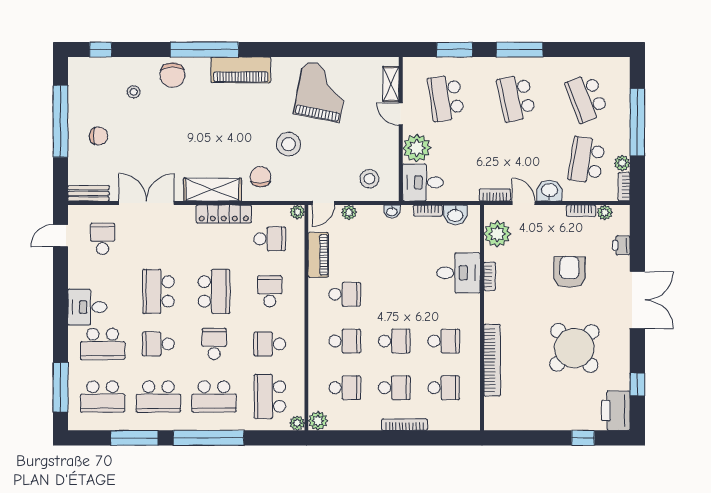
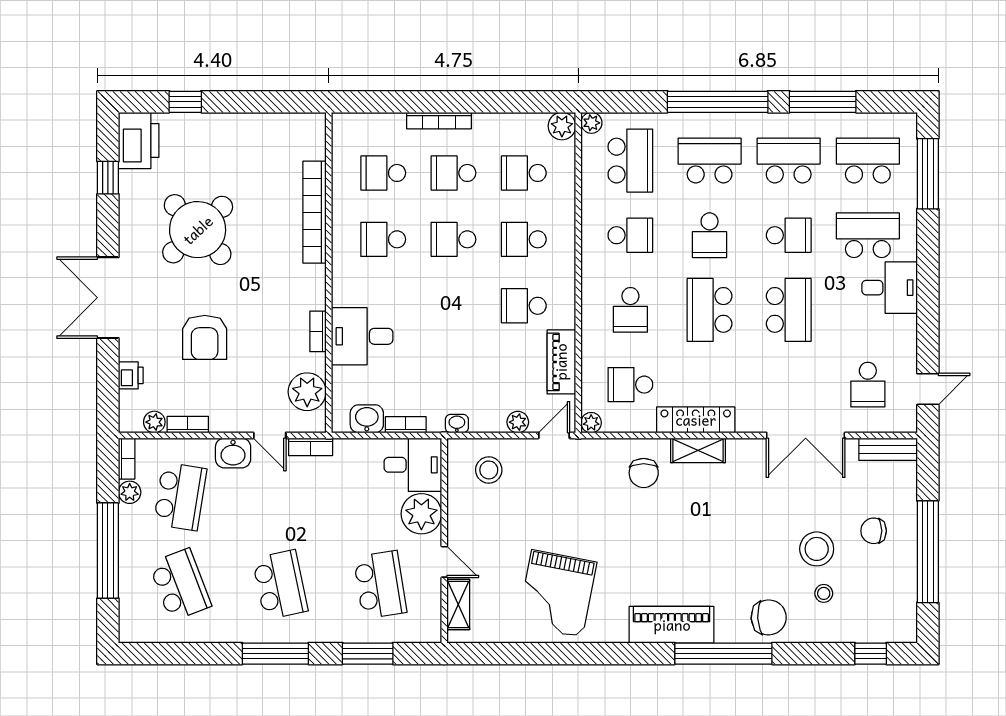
chair: (172, 75) -> (769, 617), turned 87
stool: (289, 144) -> (817, 549), moved
shelving: (213, 190) -> (698, 450), width x0.67, depth x0.75

